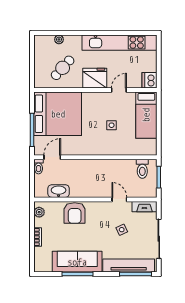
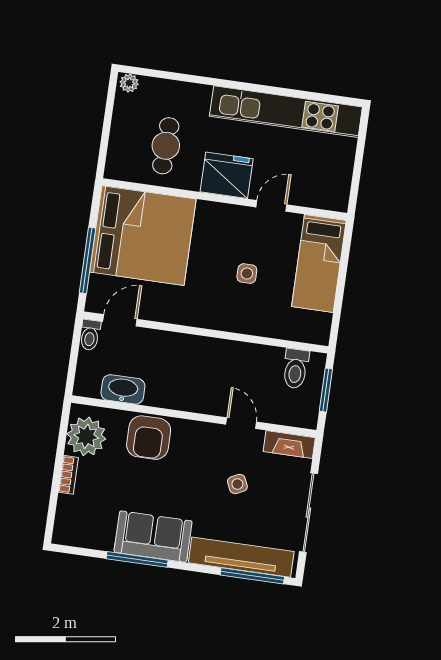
plant: (59, 39) -> (129, 83), moved
cafe table: (63, 68) -> (166, 146), turned -40
dishwasher: (150, 80) -> (335, 195), removed
plant: (39, 212) -> (86, 436), width x1.88, depth x1.88
sofa: (77, 262) -> (153, 537), width x0.73

